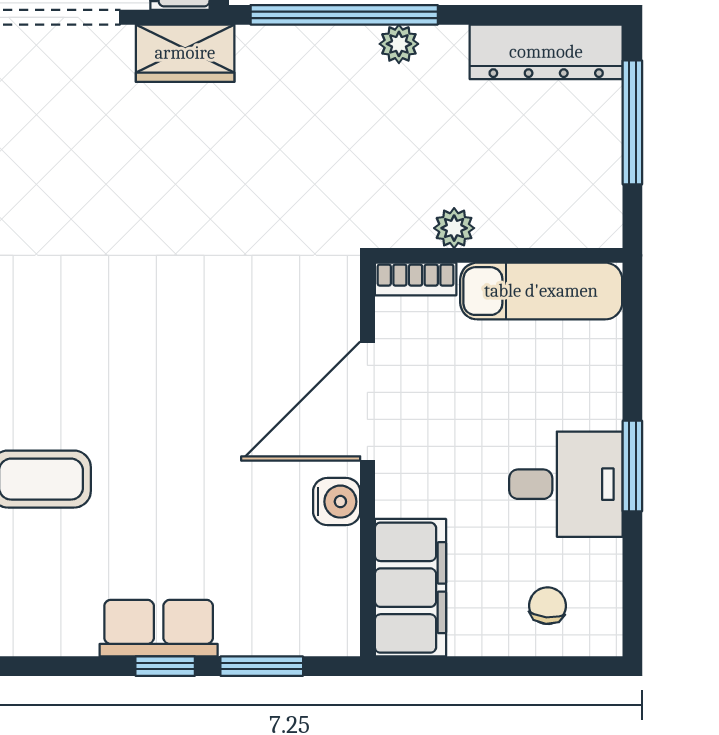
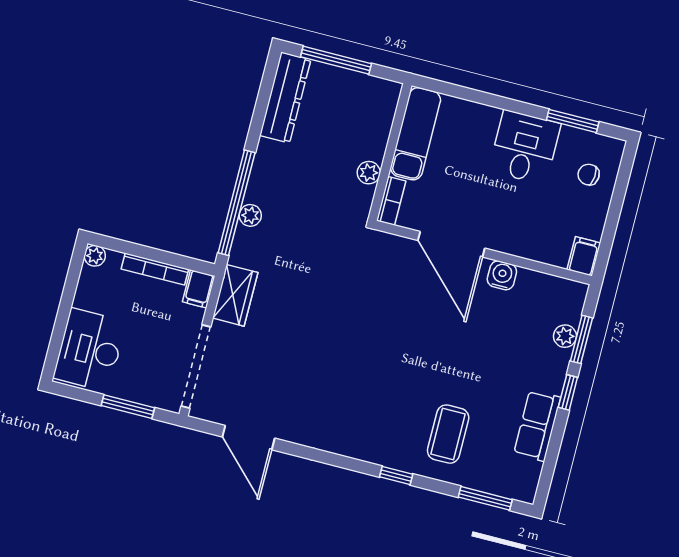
plant: (399, 44) -> (250, 215), moved
window: (632, 466) -> (573, 121), moved
filing cabinet: (410, 588) -> (584, 256), width x0.33, depth x0.86
row of seats: (159, 628) -> (537, 426), moved
plant: (260, 636) -> (565, 336), added

